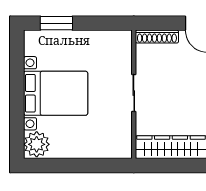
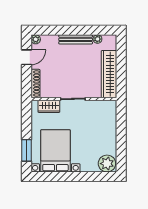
wardrobe: (123, 57) -> (49, 106), added
bed with nightstands: (56, 93) -> (55, 151), moved

